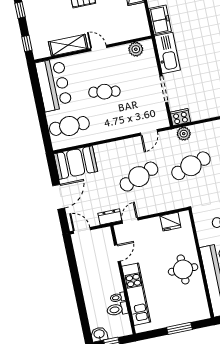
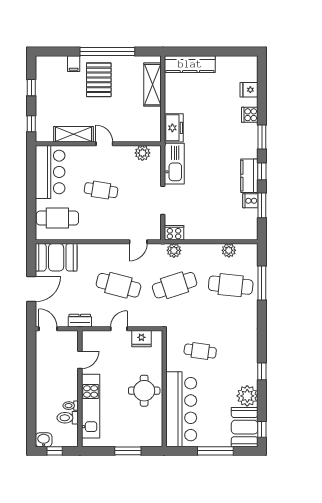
cafe table: (139, 177) -> (118, 285), turned 36
door: (130, 220) -> (119, 329), moved

